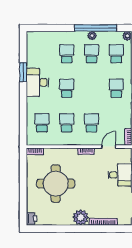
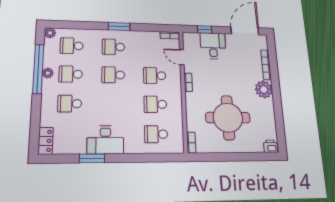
locker: (37, 37) -> (46, 141), added
school desk: (67, 88) -> (113, 75), moved

